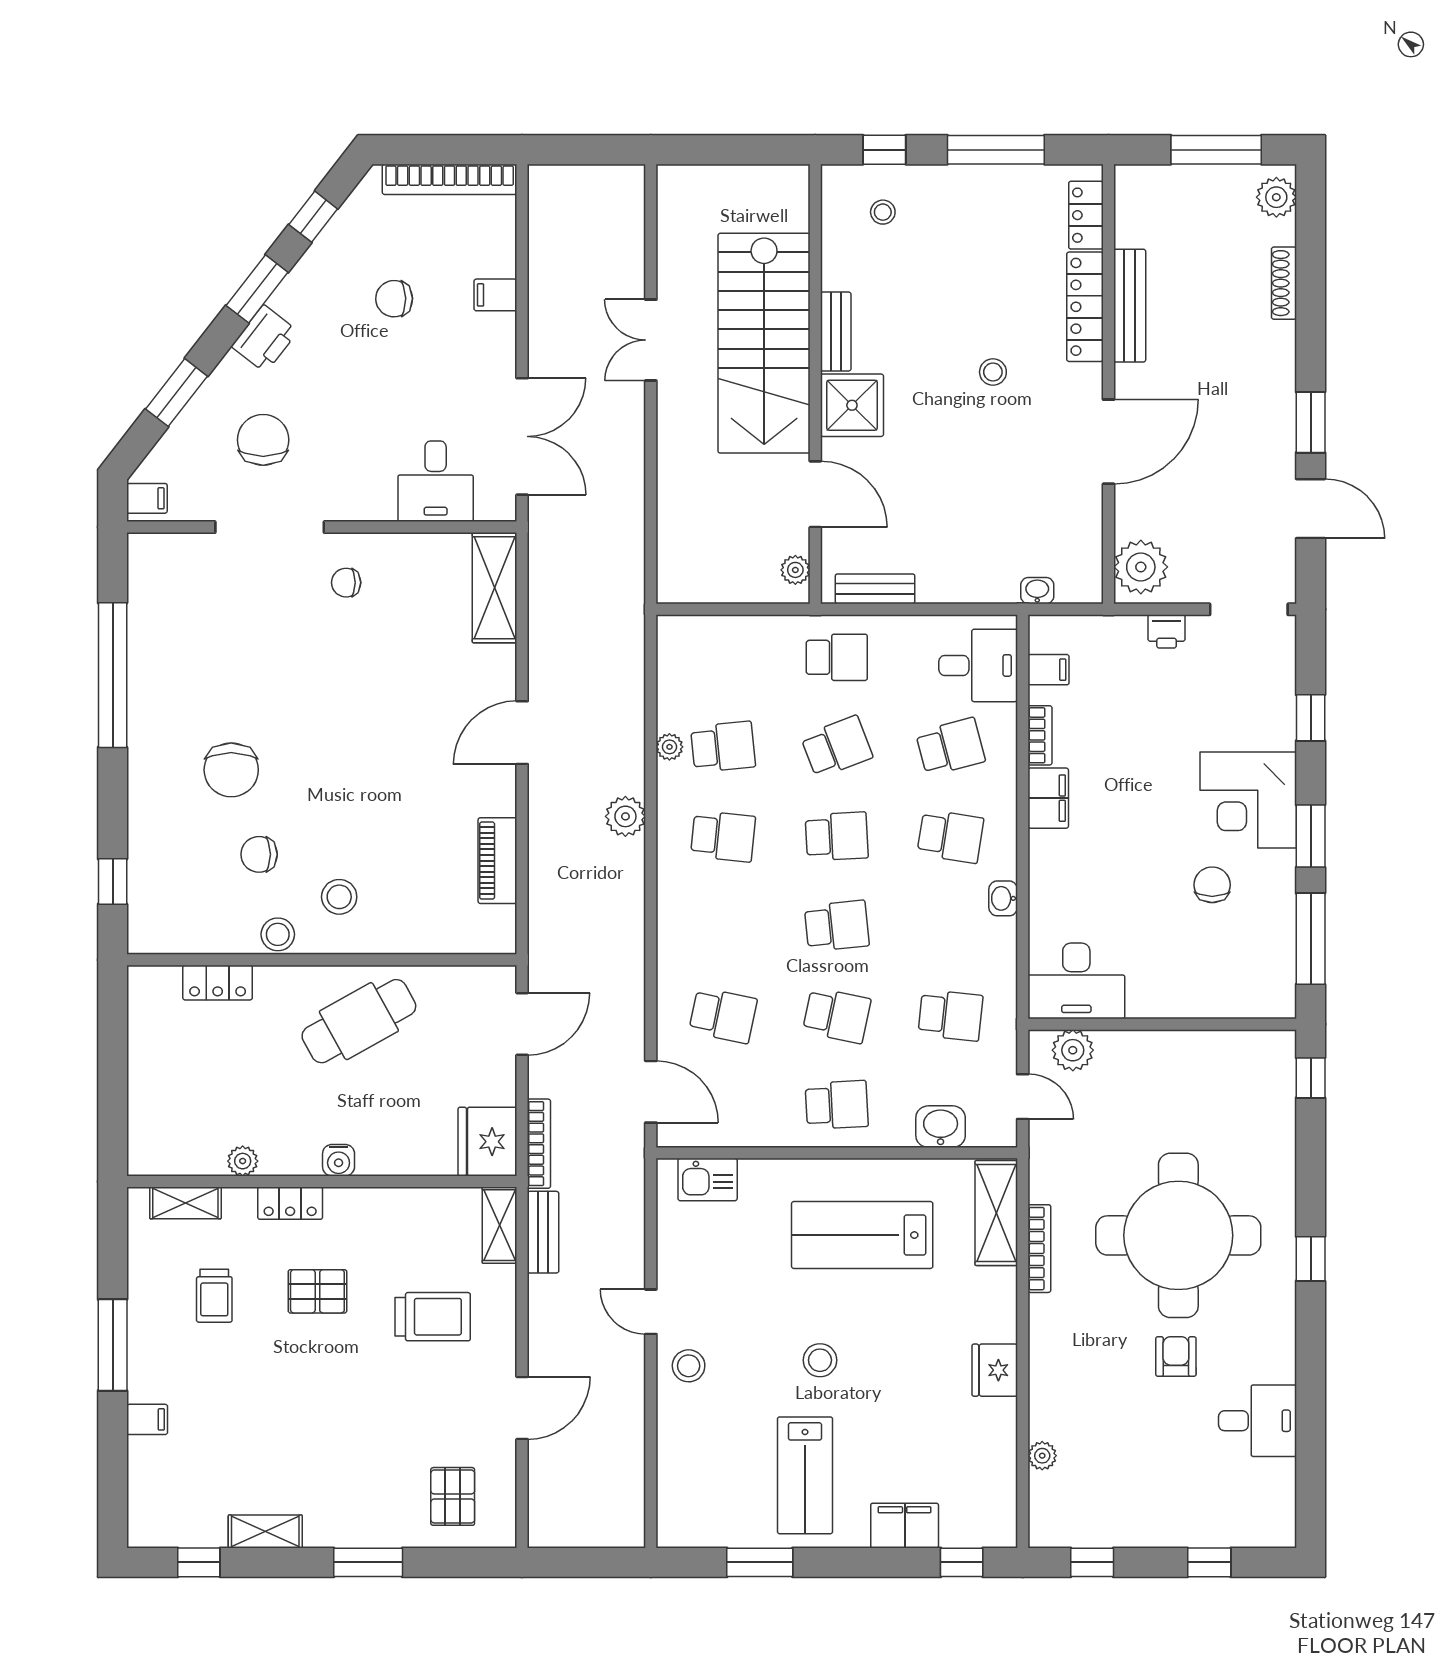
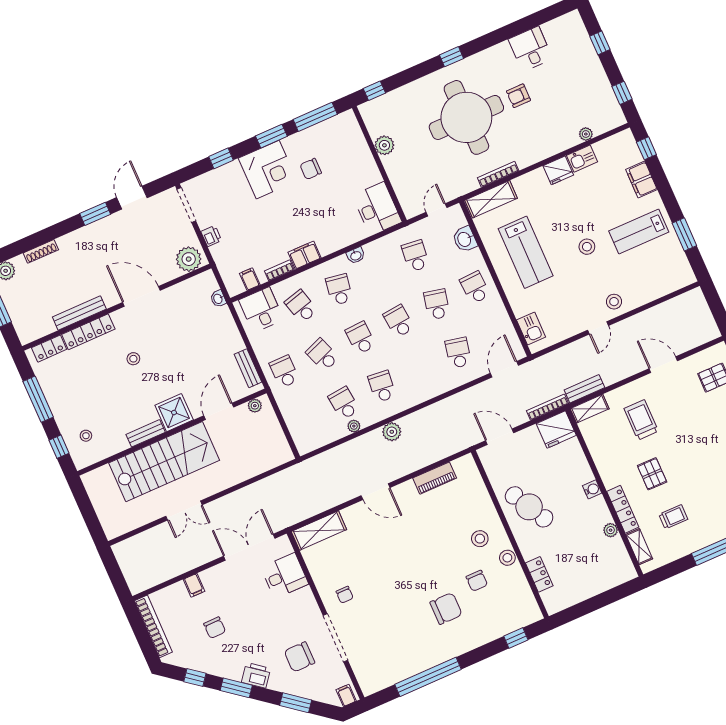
plant: (1073, 1050) -> (384, 145), moved
locker: (290, 1203) -> (623, 509), width x1.53
kitchen sink: (997, 1427) -> (582, 159), added
lab bench: (805, 1475) -> (639, 231), turned 180

